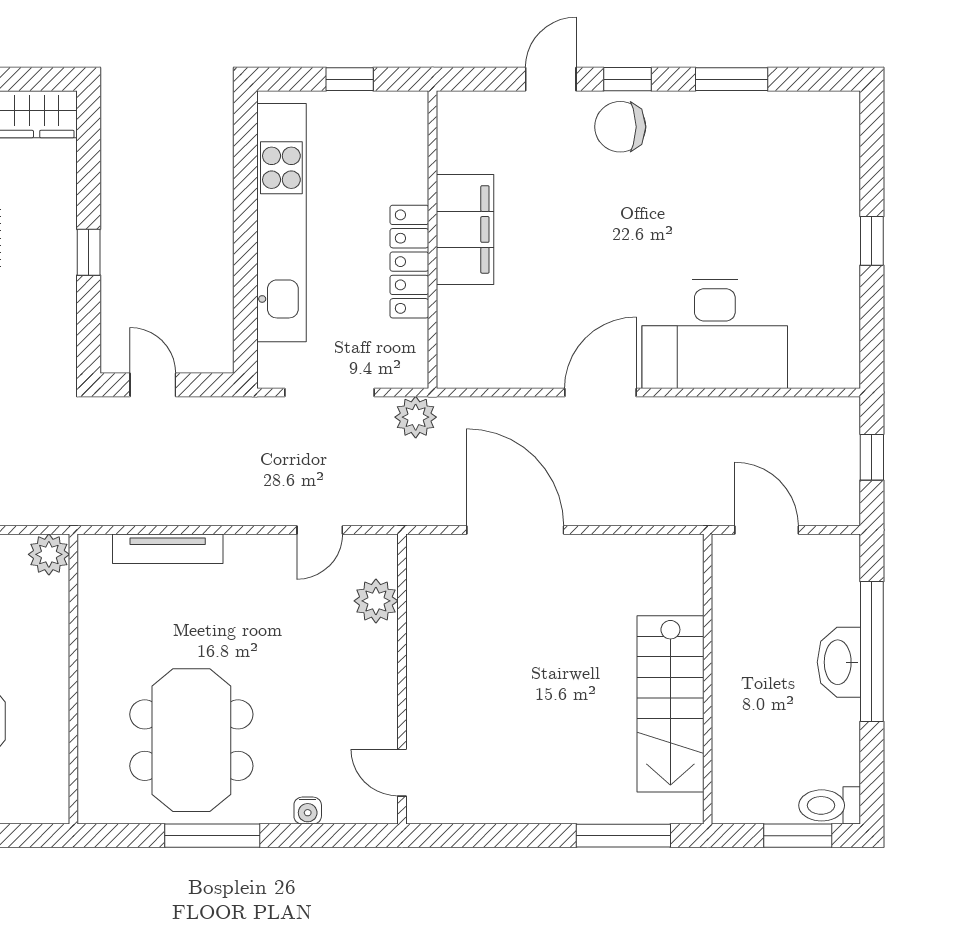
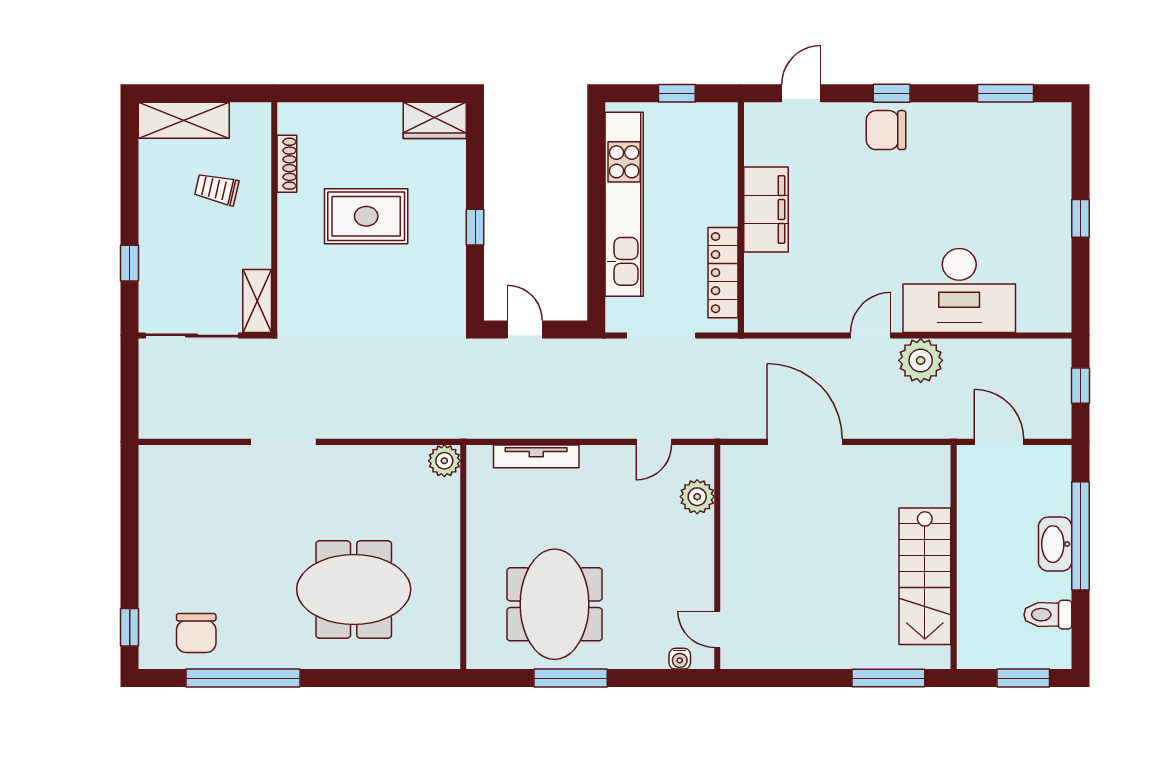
door: (551, 79) -> (801, 93), moved
window: (732, 79) -> (1006, 93), moved
locker: (409, 262) -> (723, 273), moved
door: (600, 392) -> (871, 335), width x0.73
plant: (416, 417) -> (921, 360), moved, width x1.36, depth x1.36
toilet: (830, 805) -> (1048, 615), moved
water cooler: (308, 811) -> (680, 659), moved

